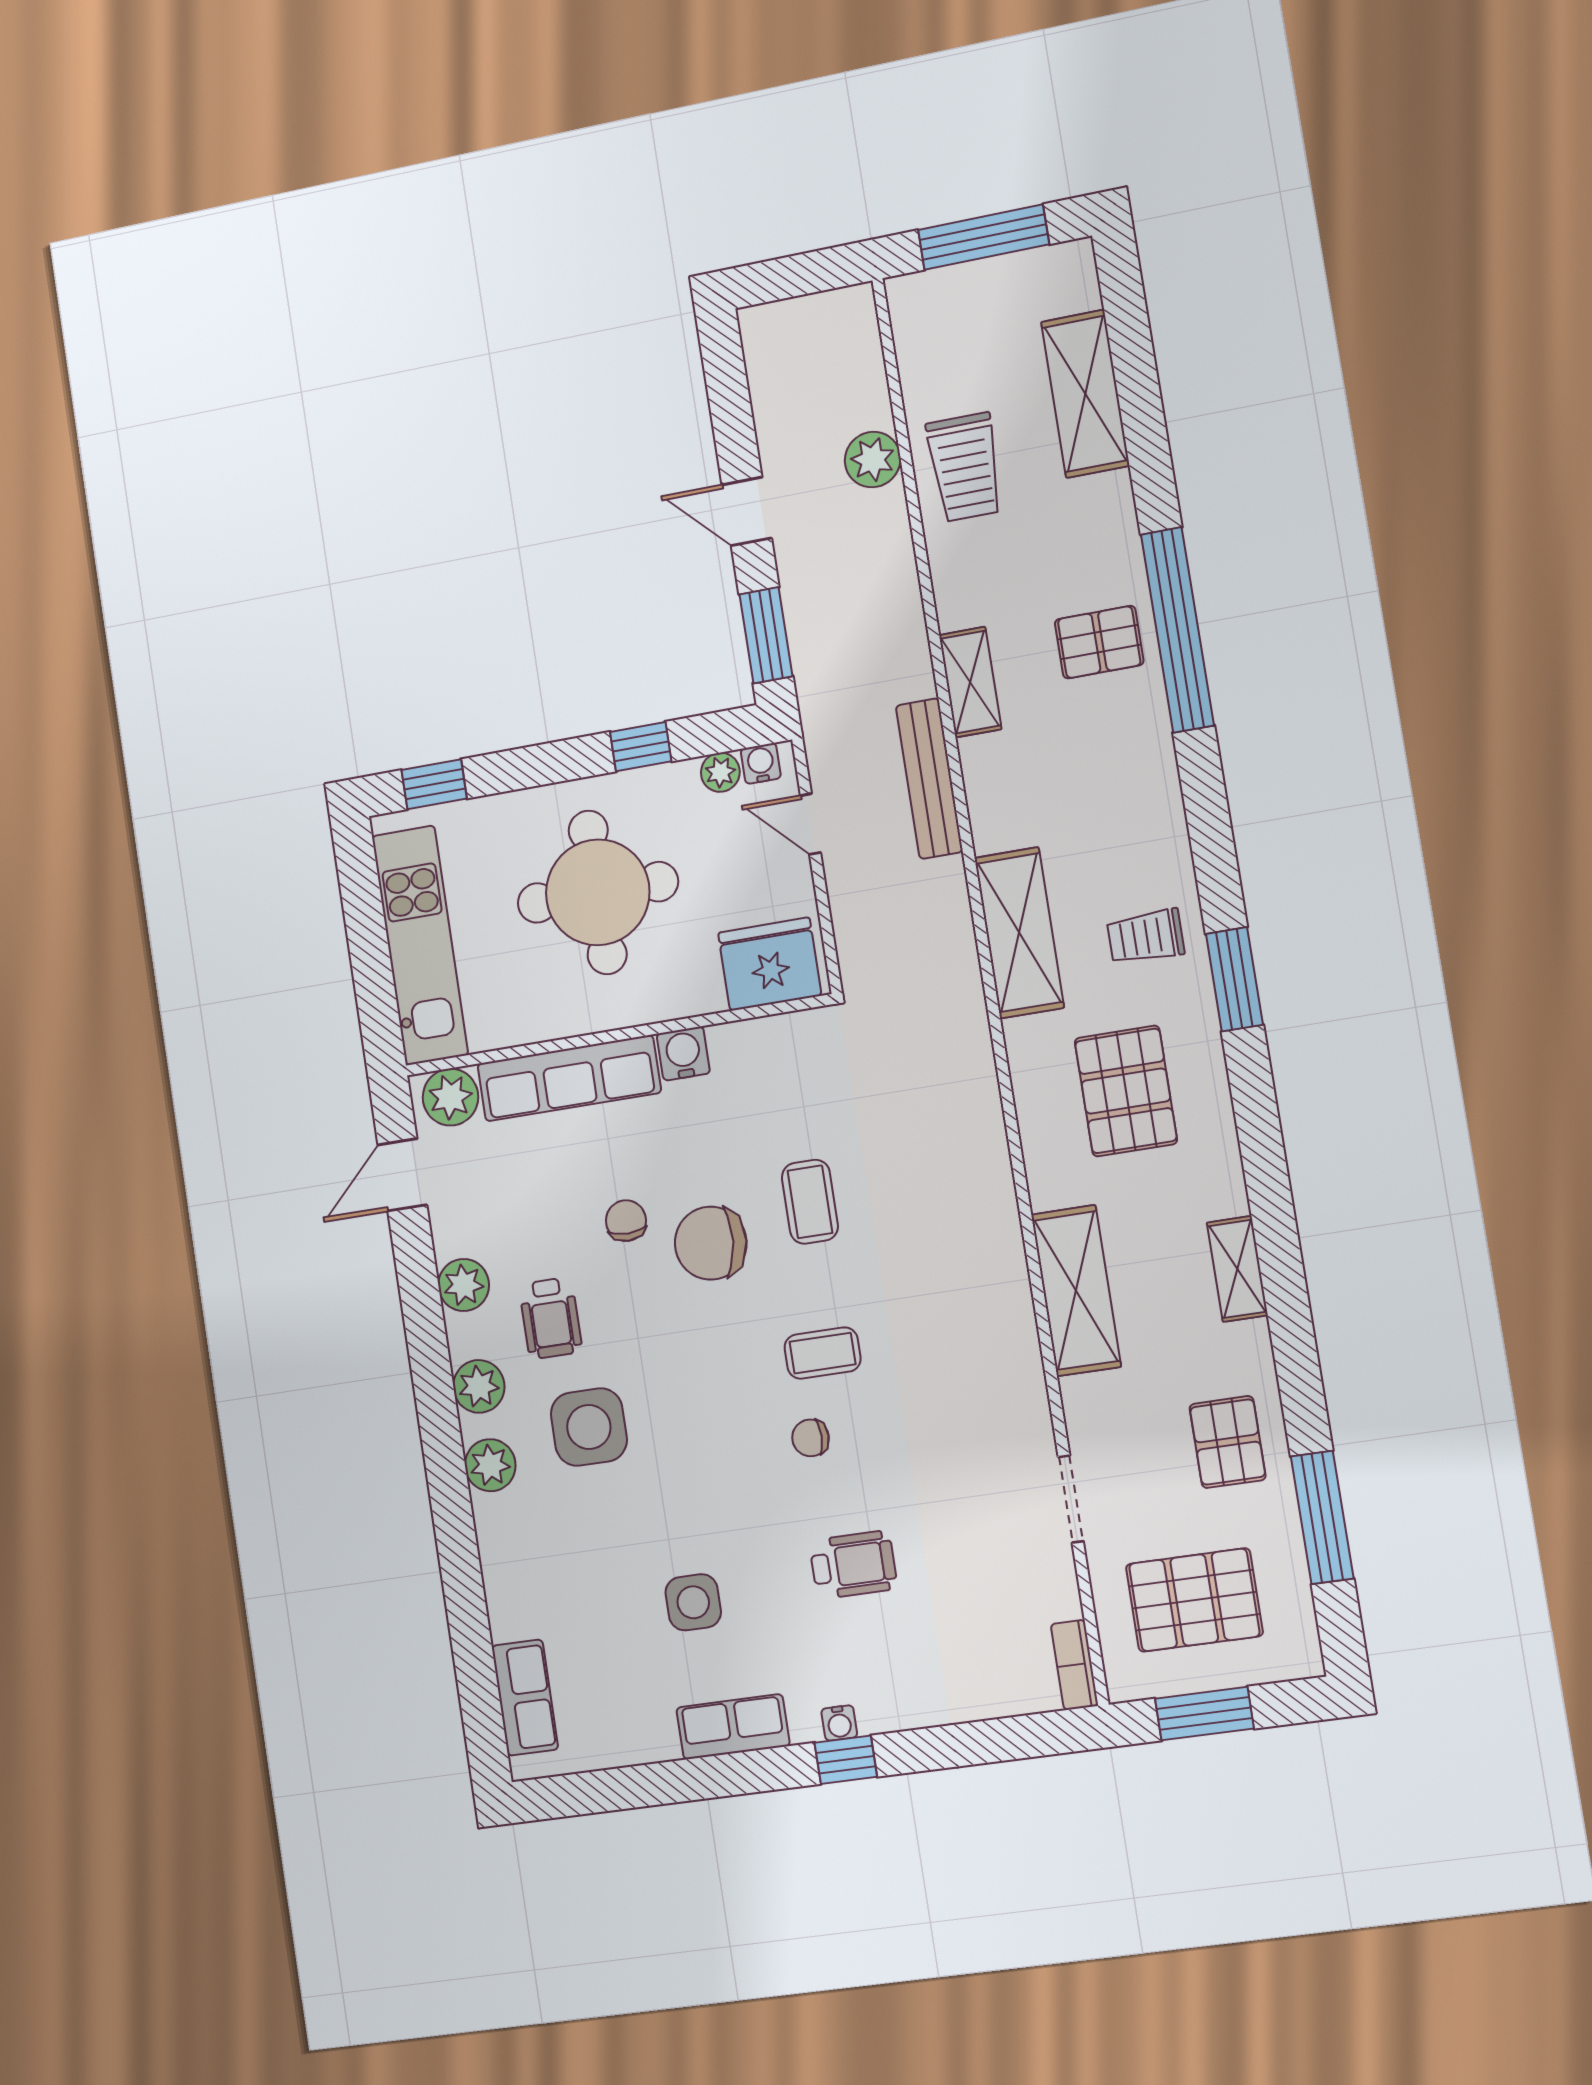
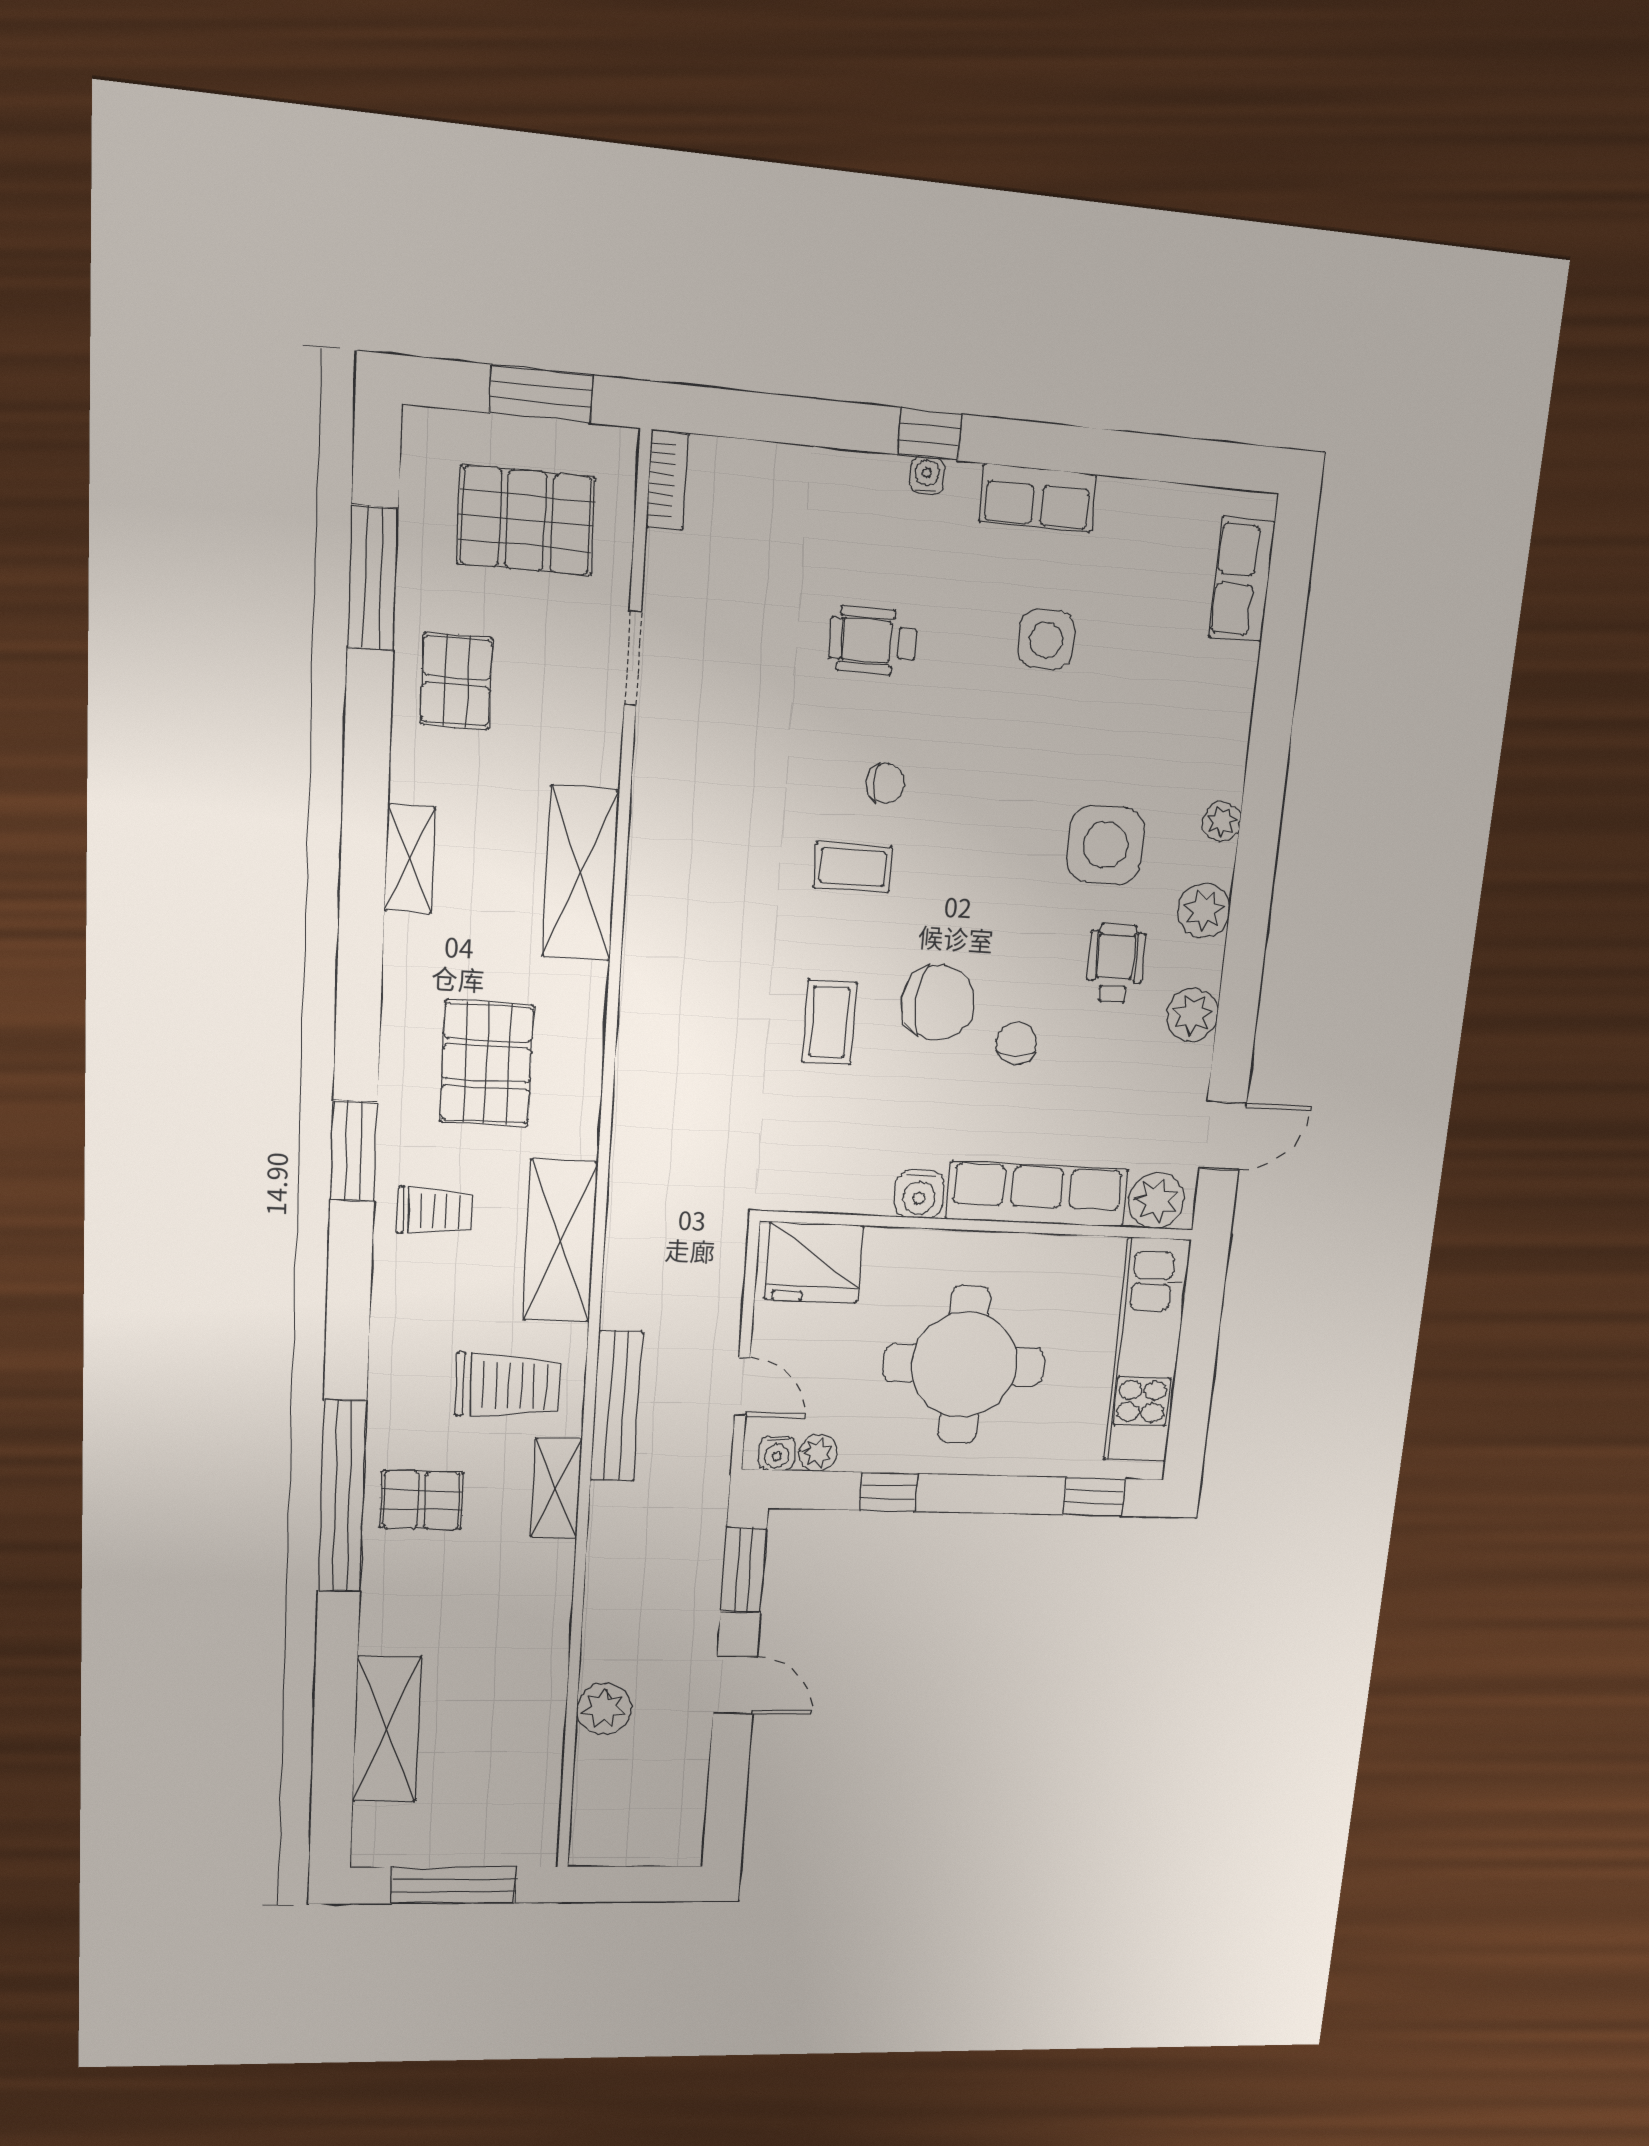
trolley: (965, 467) -> (508, 1385), moved, turned 90
chair: (626, 1221) -> (1017, 1043), turned 180
plant: (490, 1465) -> (1222, 822), width x0.73, depth x0.73

